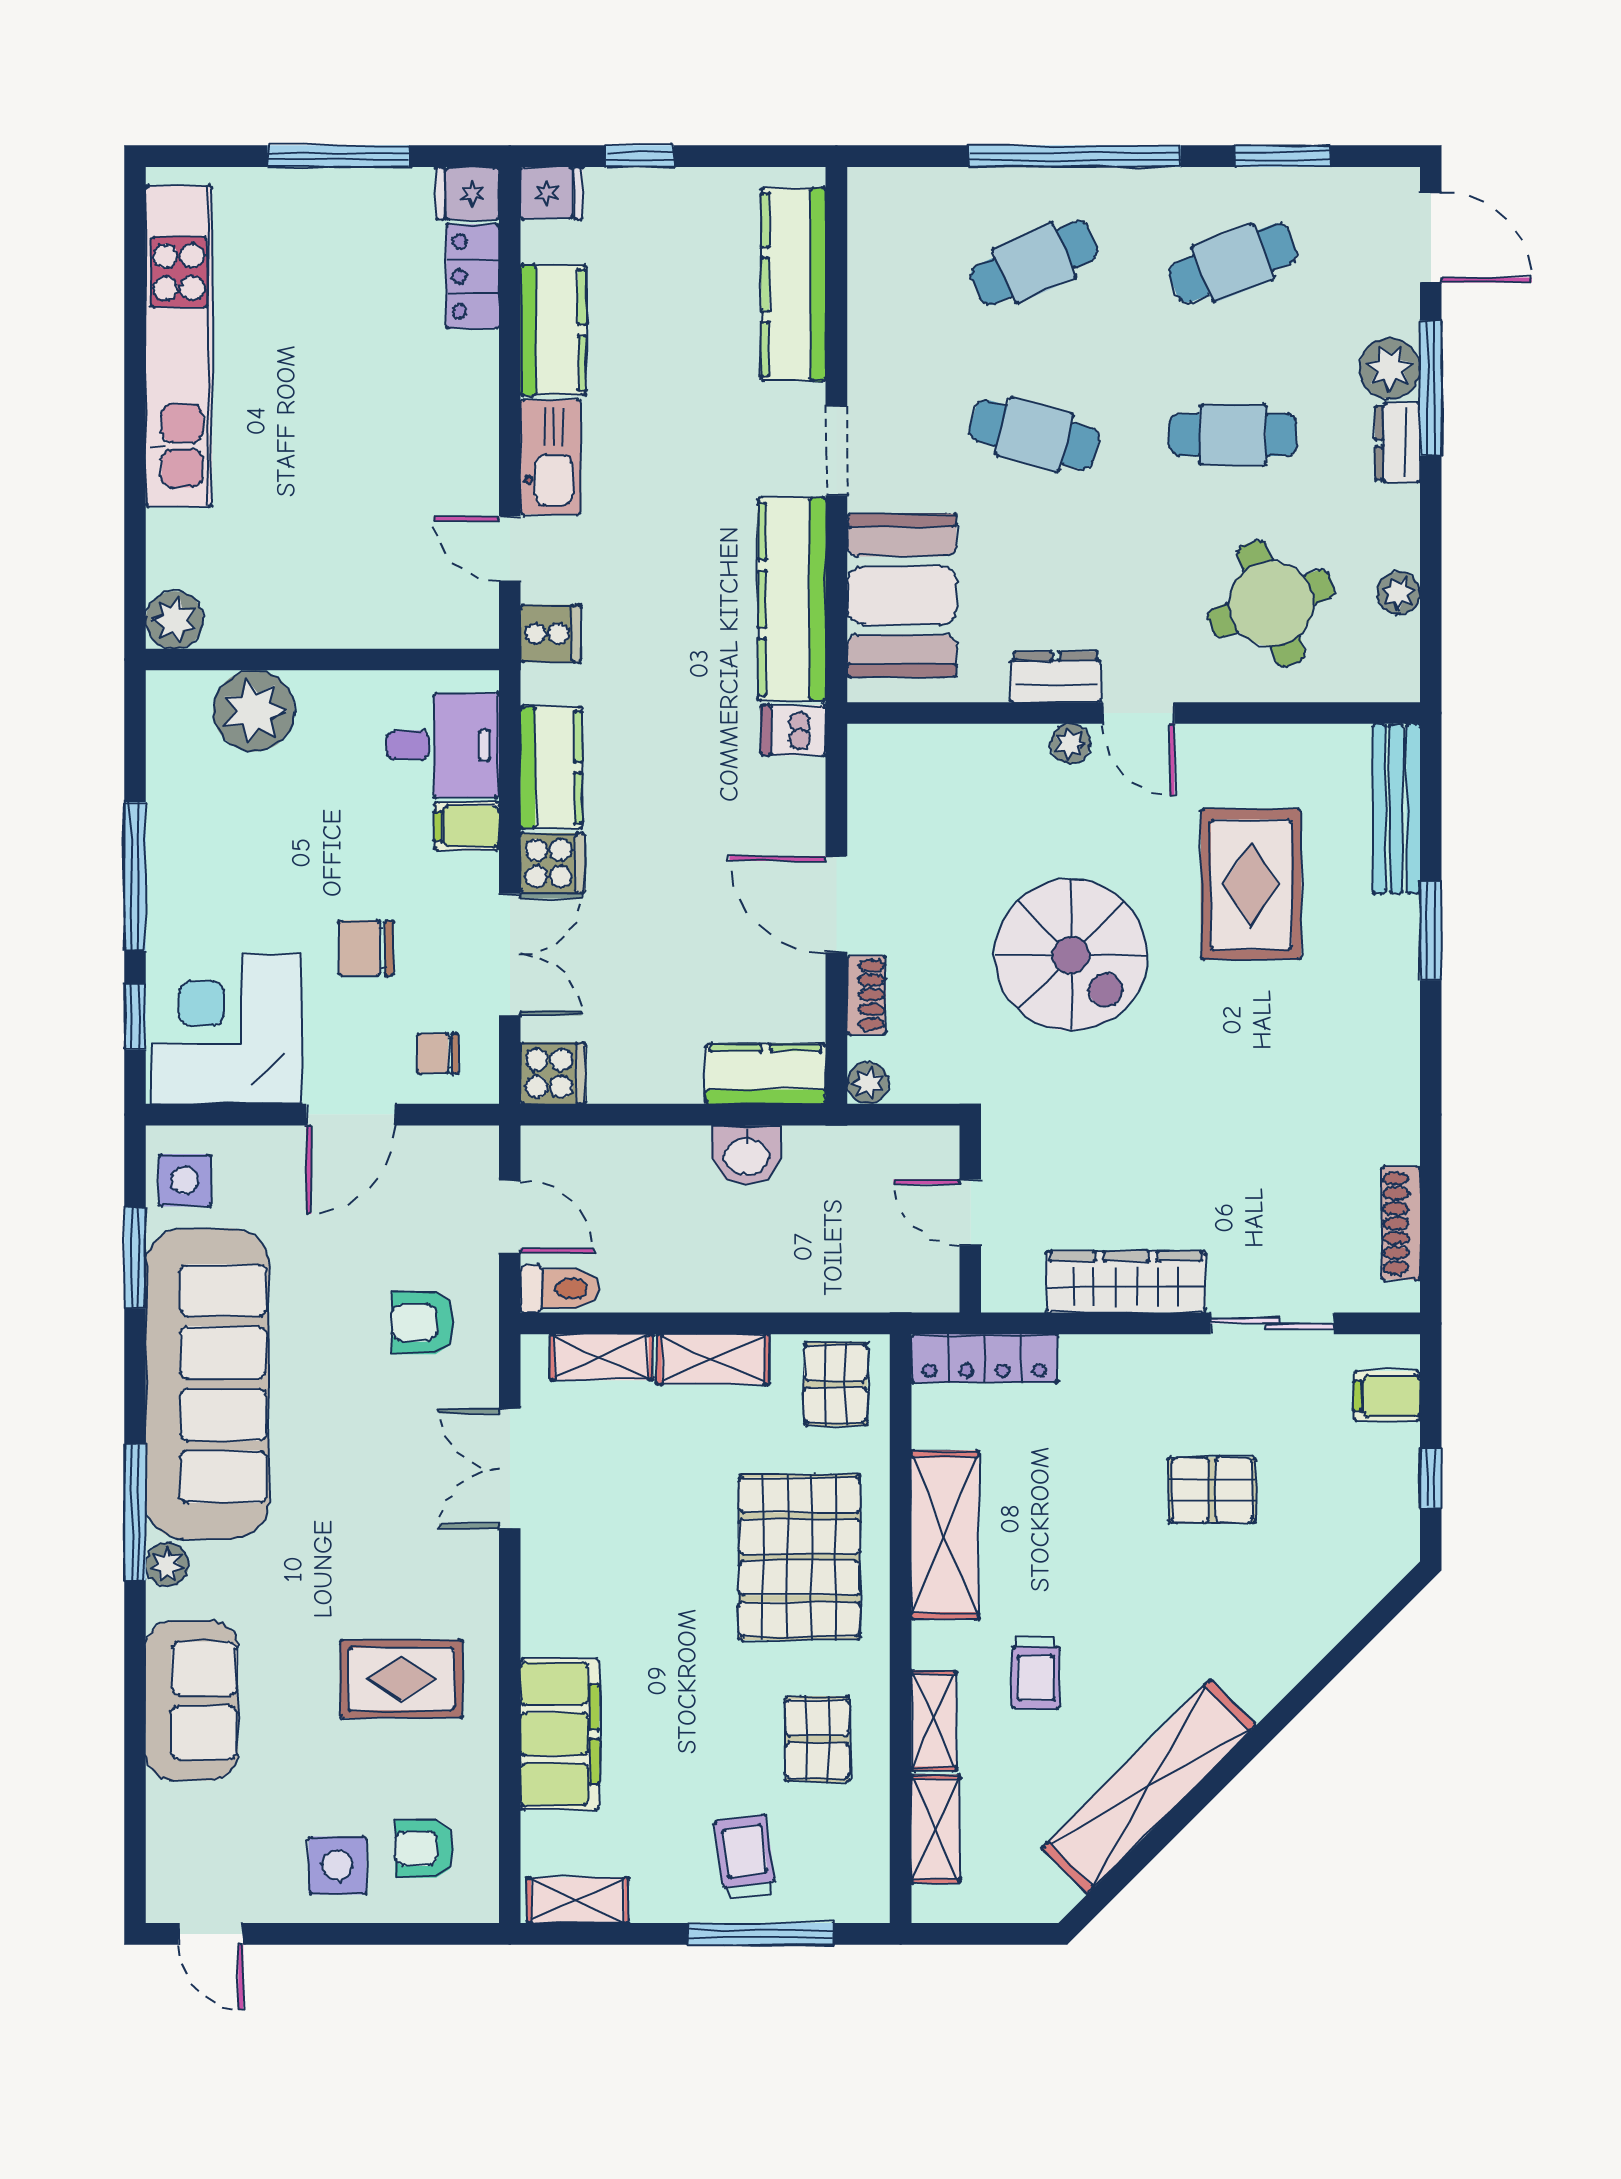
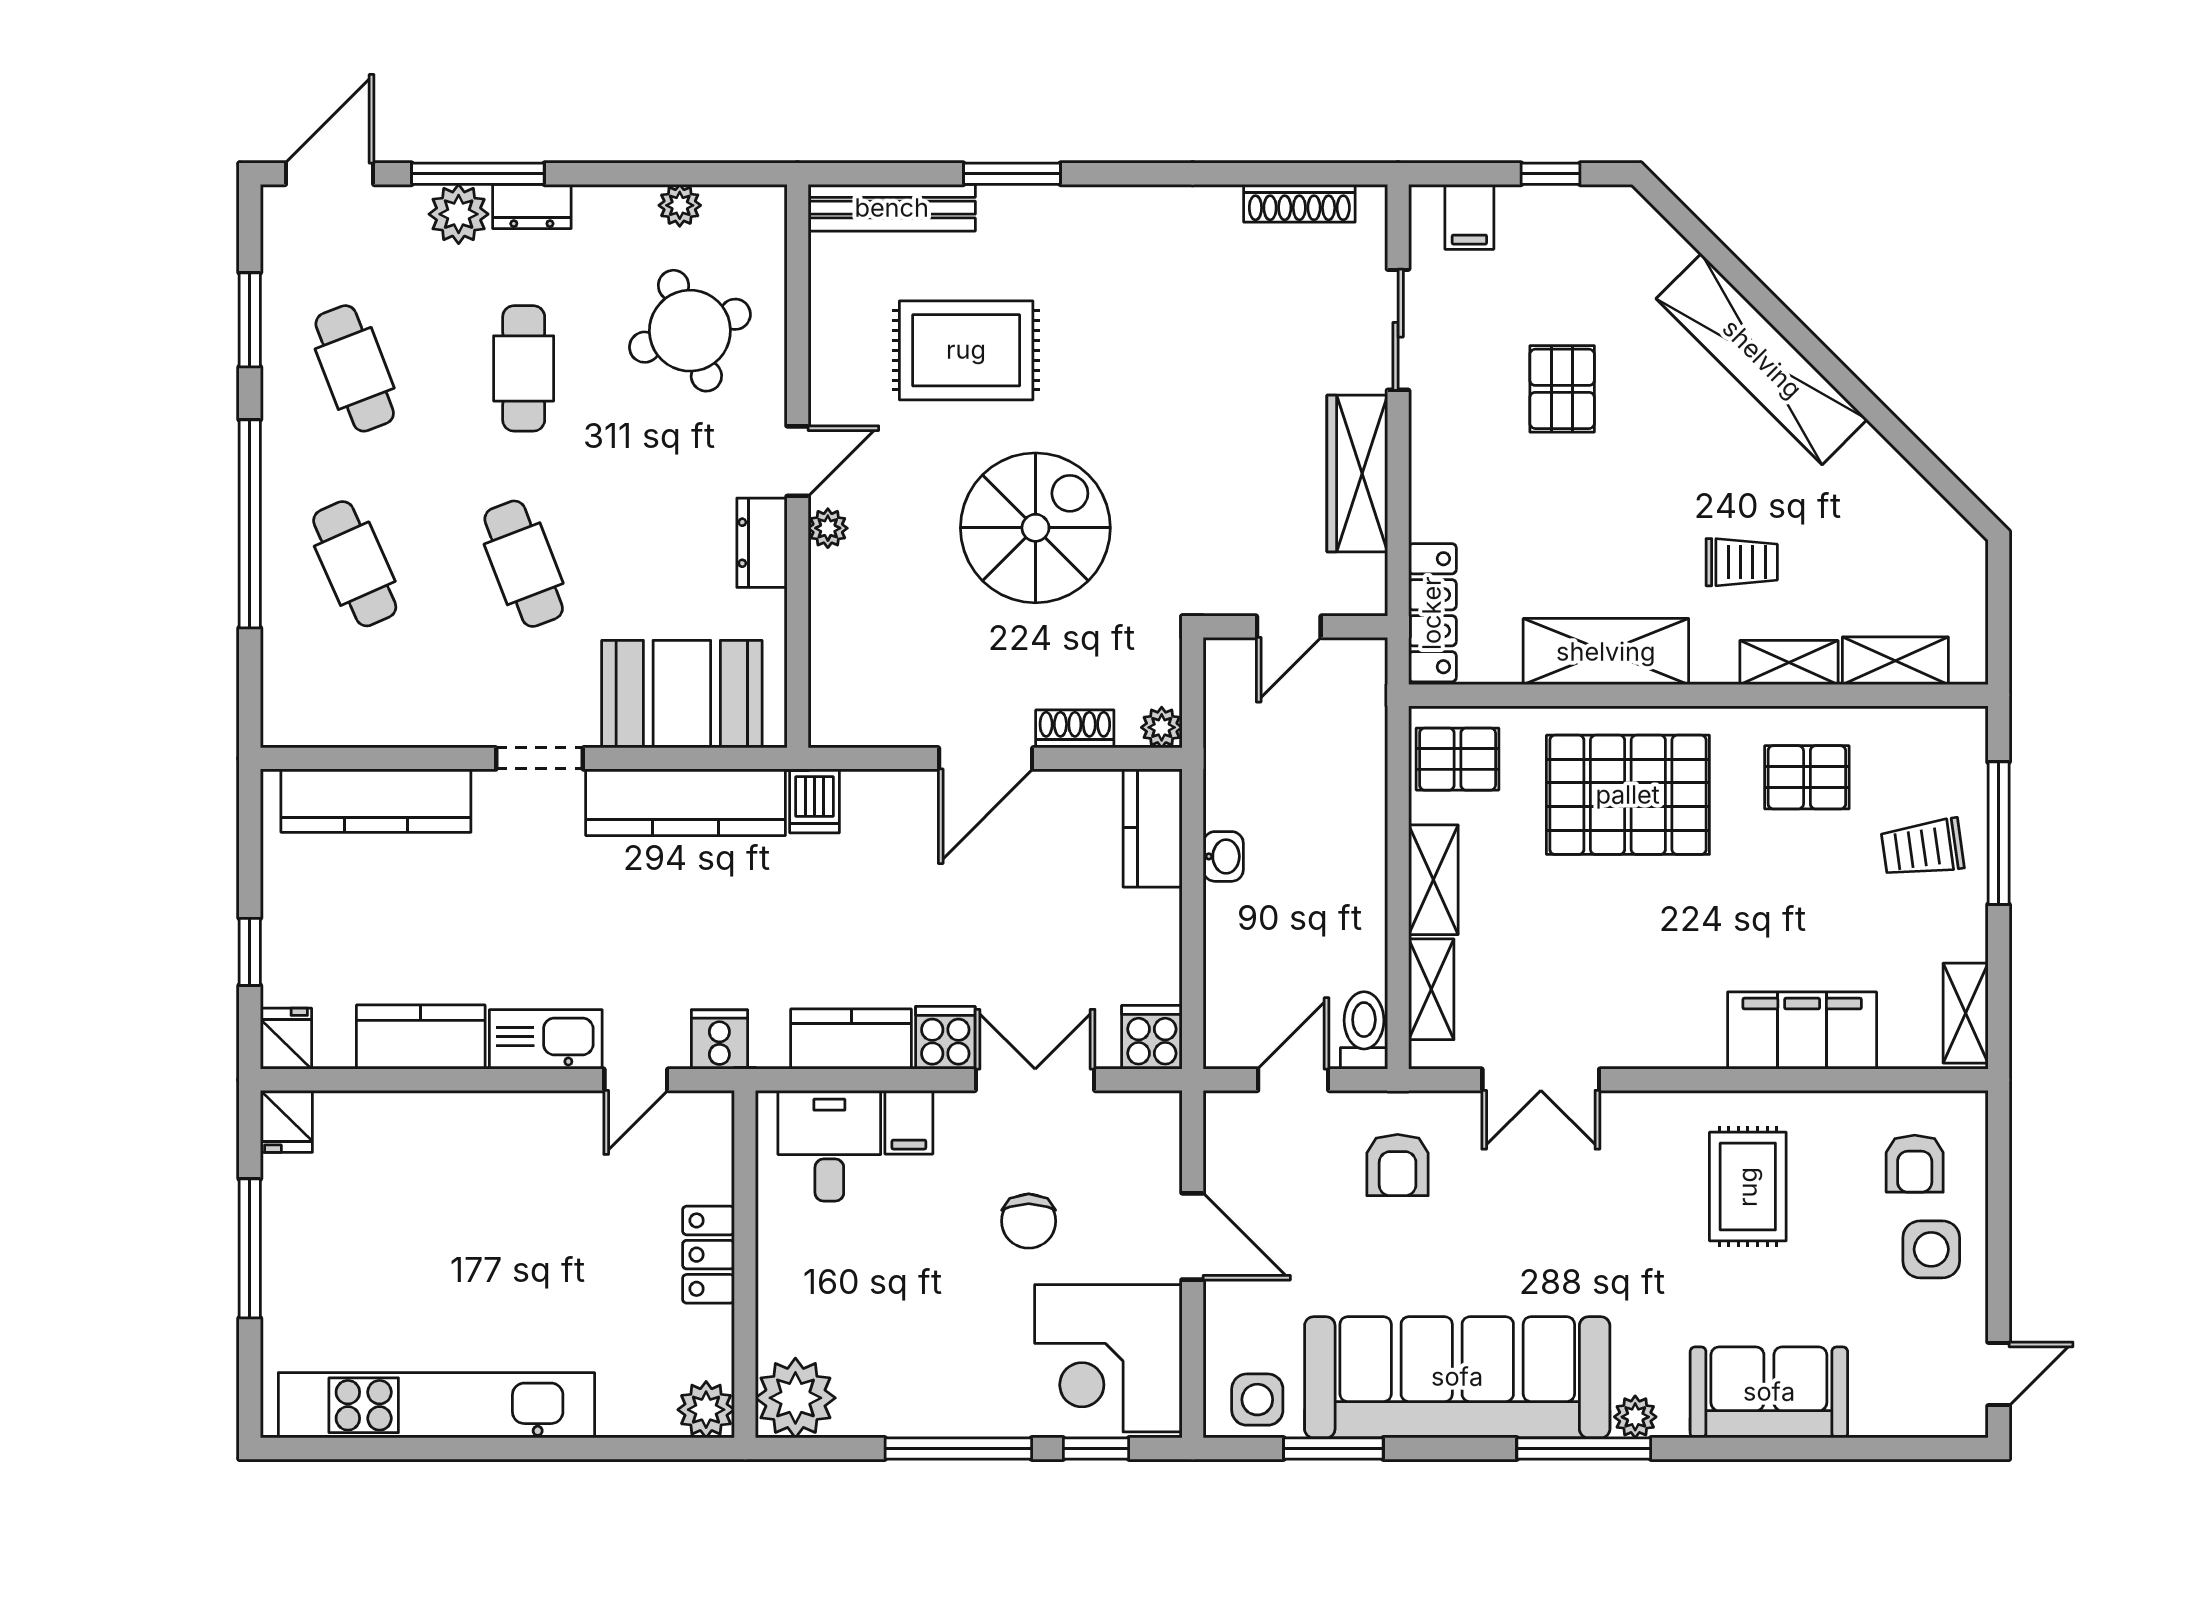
locker: (473, 276) -> (708, 1255), moved, turned 90
cafe table: (1034, 435) -> (524, 564), turned -36
plant: (254, 711) -> (795, 1398), moved
chair: (438, 1054) -> (1133, 1151), removed
washbasin: (746, 1155) -> (1223, 856), width x0.72, depth x0.69
shelving: (1149, 1787) -> (1762, 359), moved

